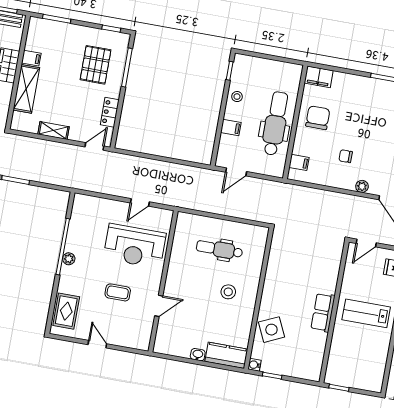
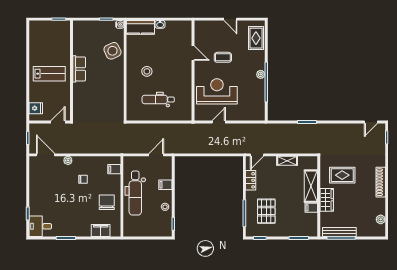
filing cabinet: (319, 77) -> (101, 231), moved
chair: (318, 118) -> (107, 202), turned 180
dental chair: (219, 249) -> (158, 100), turned 180
door: (159, 306) -> (193, 53), swing flipped

